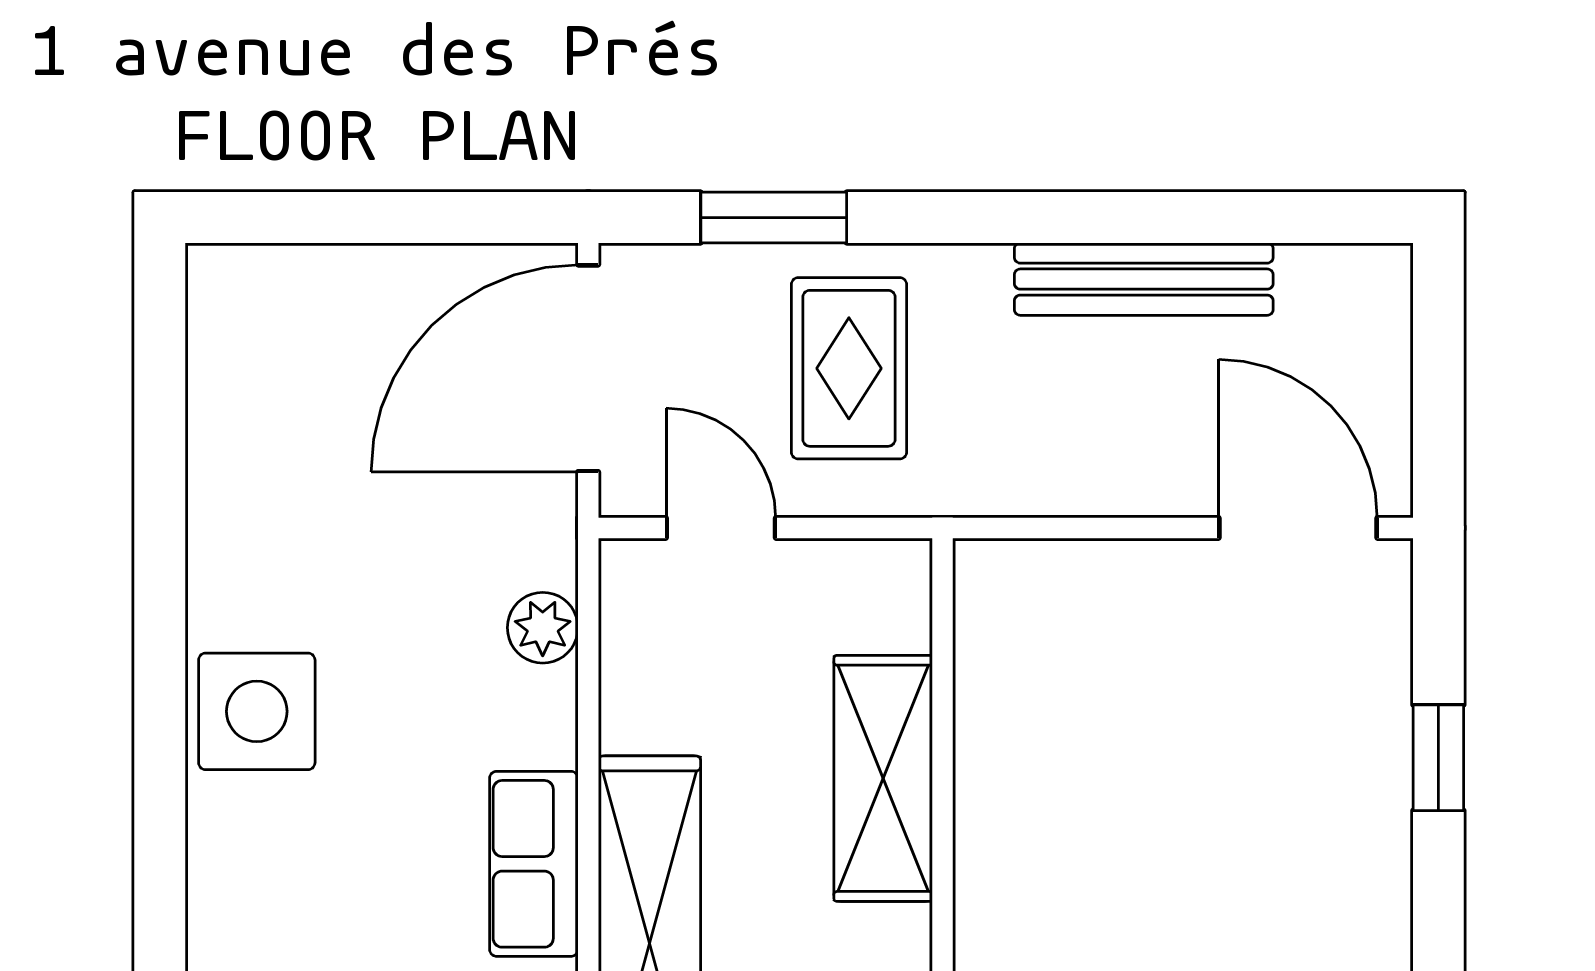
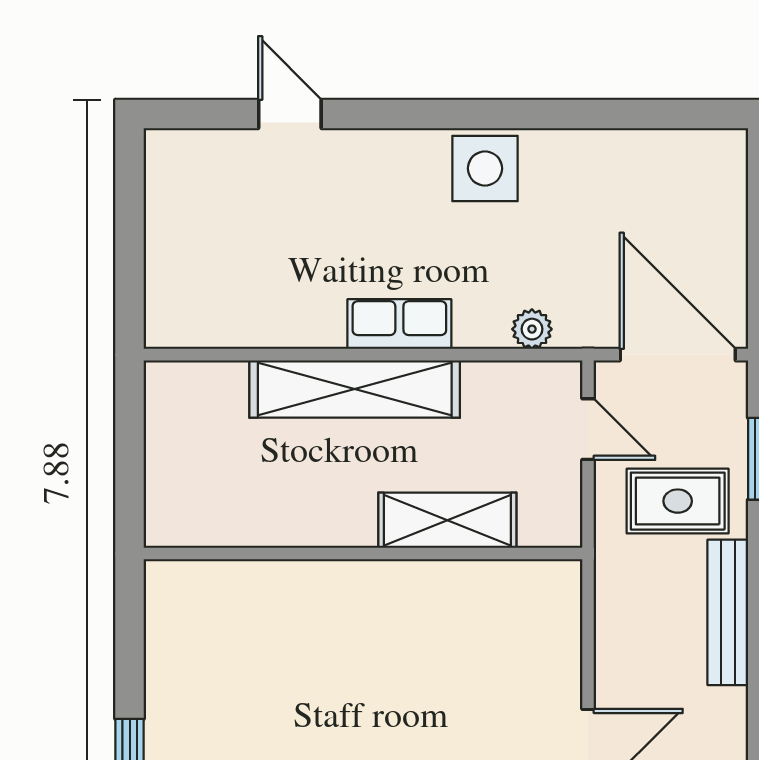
bench: (1144, 279) -> (728, 612), moved
door: (721, 528) -> (588, 429), hinge flipped

